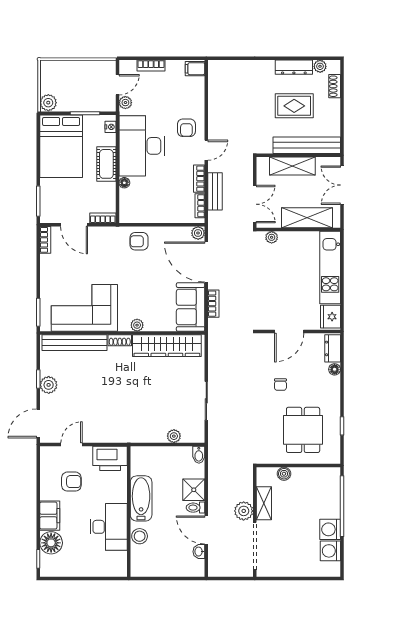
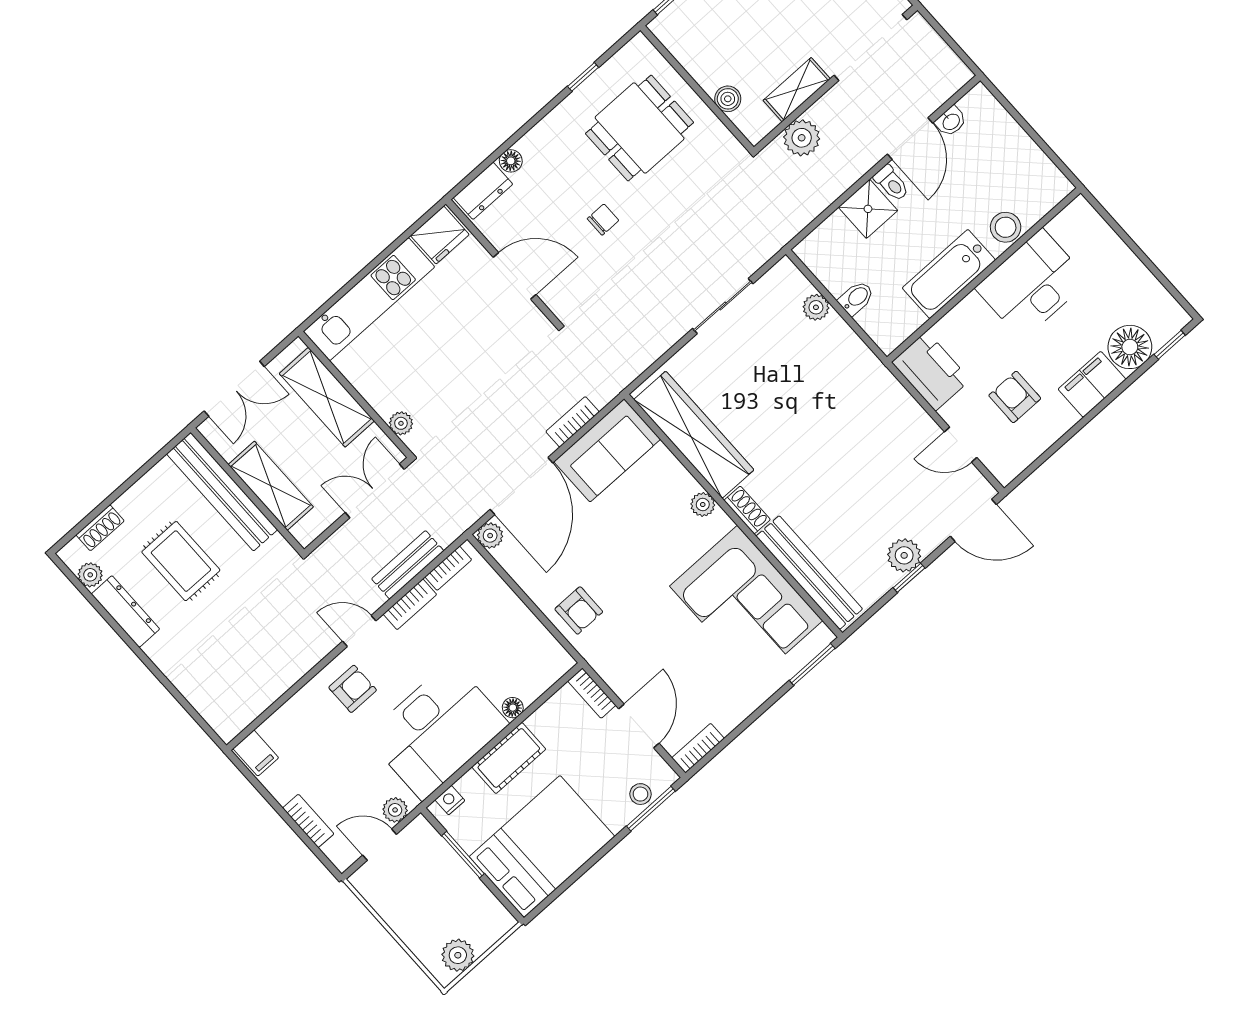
plant: (48, 103) -> (458, 955), moved
stool: (47, 202) -> (641, 794), added
bidet: (199, 455) -> (856, 298), moved
plant: (244, 511) -> (802, 138), moved

